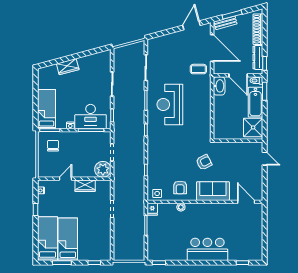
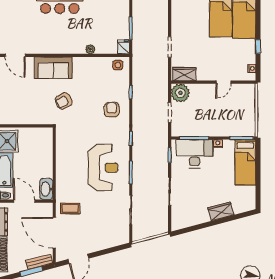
chair: (53, 146) -> (238, 120), removed
wardrobe: (85, 186) -> (184, 74), moved
armchair: (180, 187) -> (112, 110), moved

